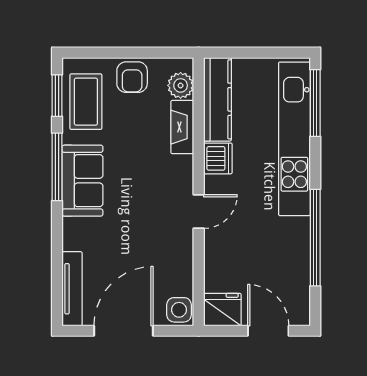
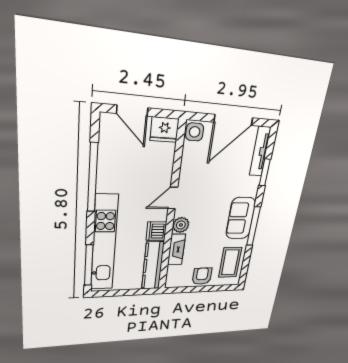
plant: (181, 85) -> (181, 225), moved
window: (57, 96) -> (265, 172), moved

